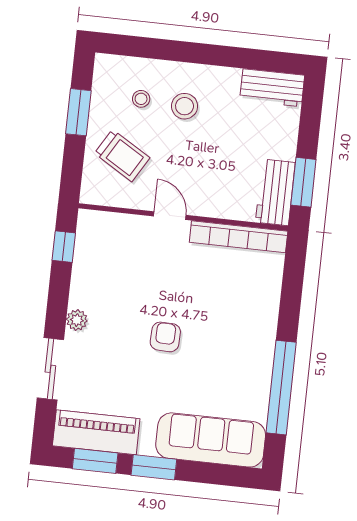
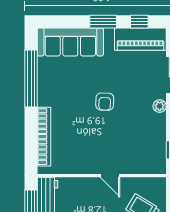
bookcase: (239, 237) -> (44, 137), moved, turned 90
window: (95, 461) -> (139, 22), width x0.67

